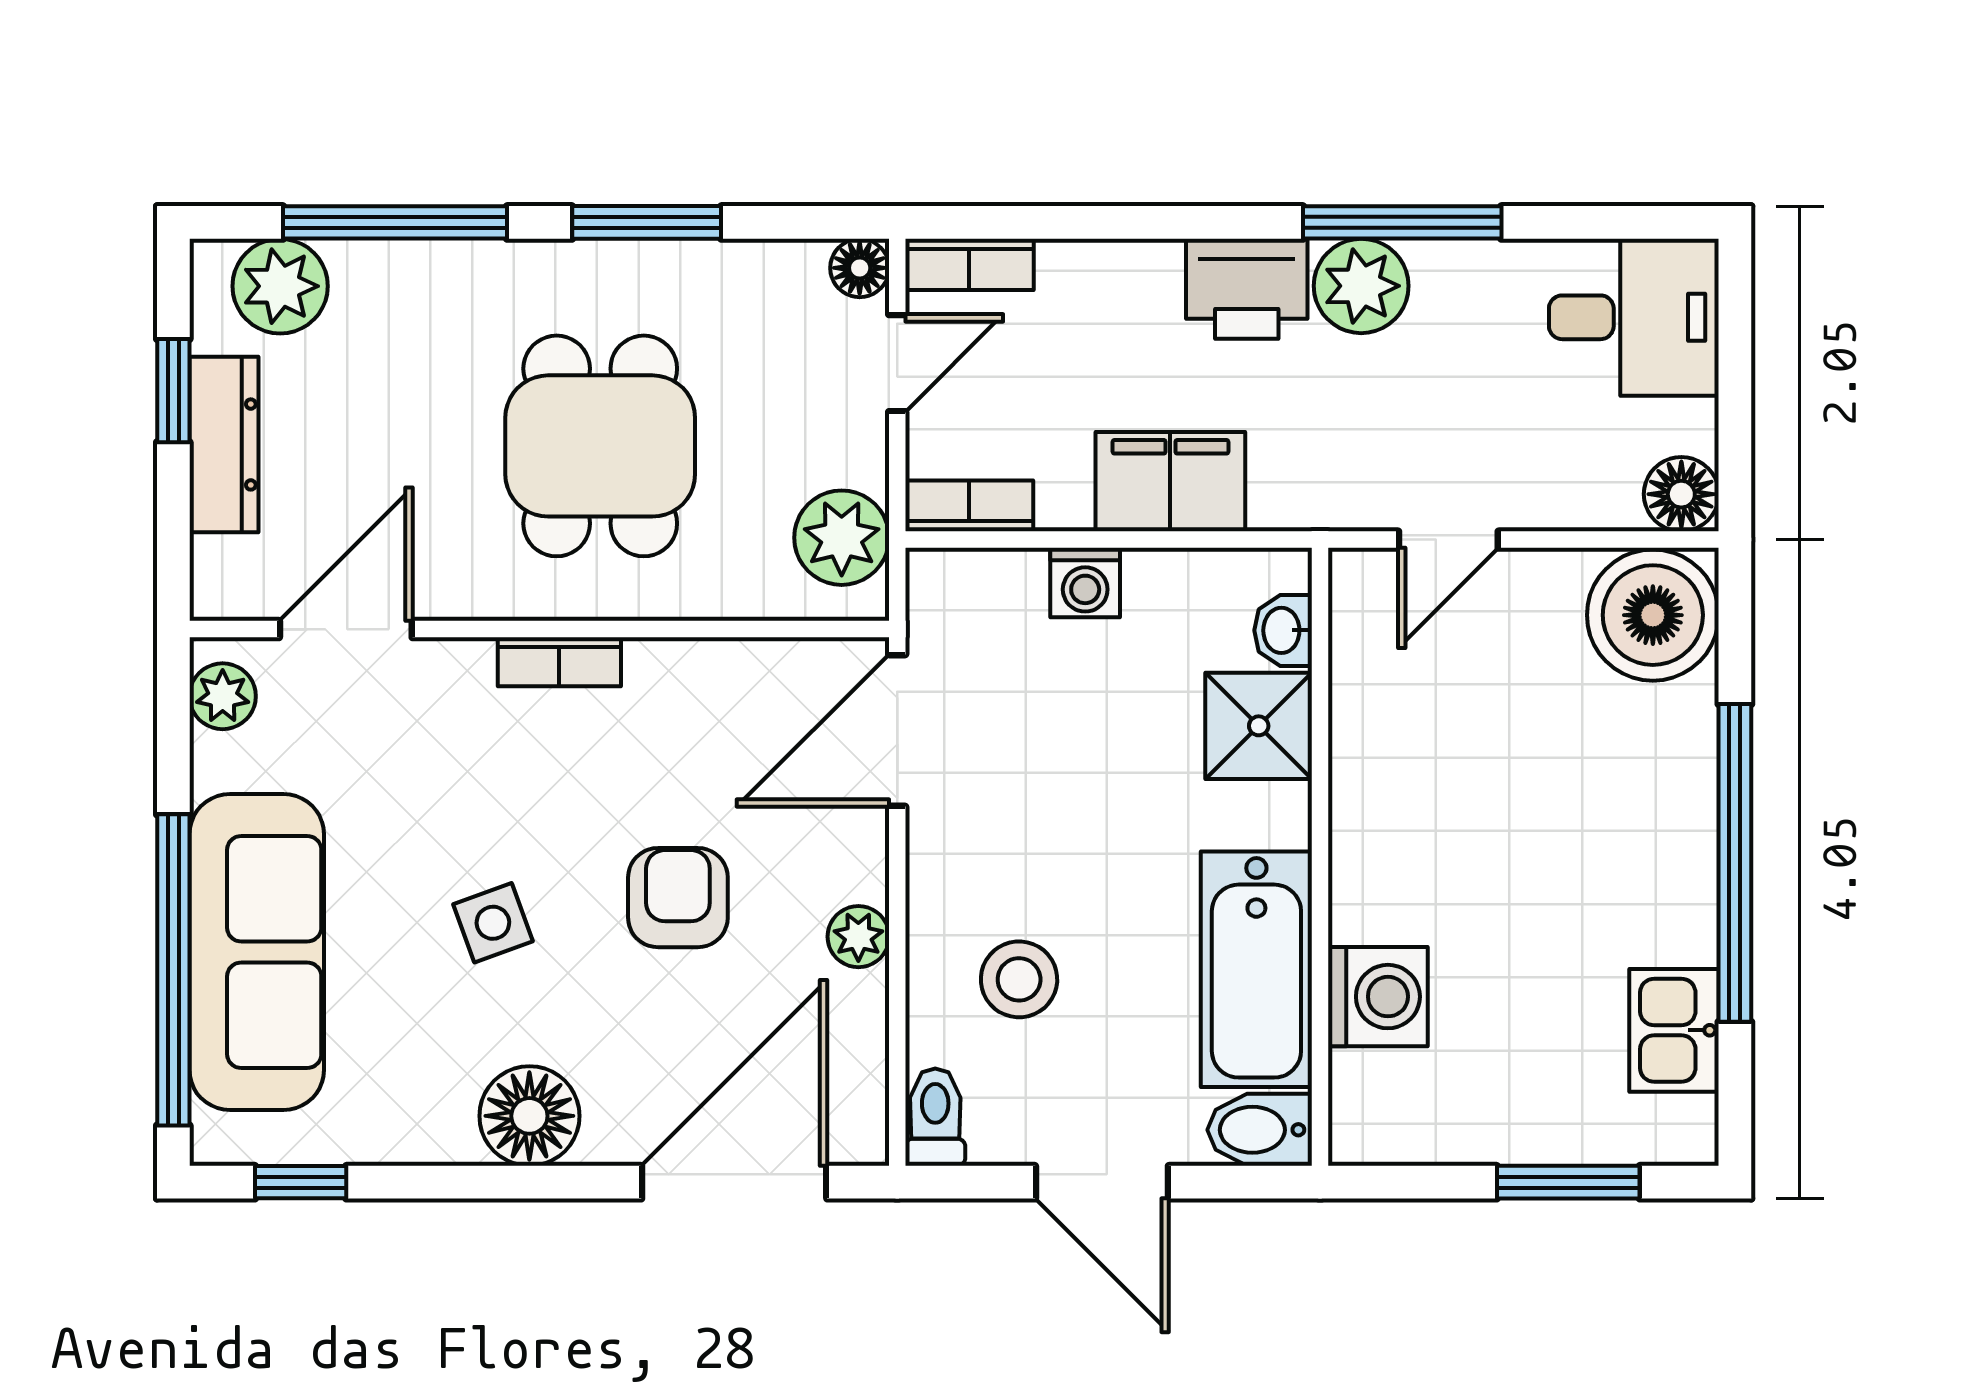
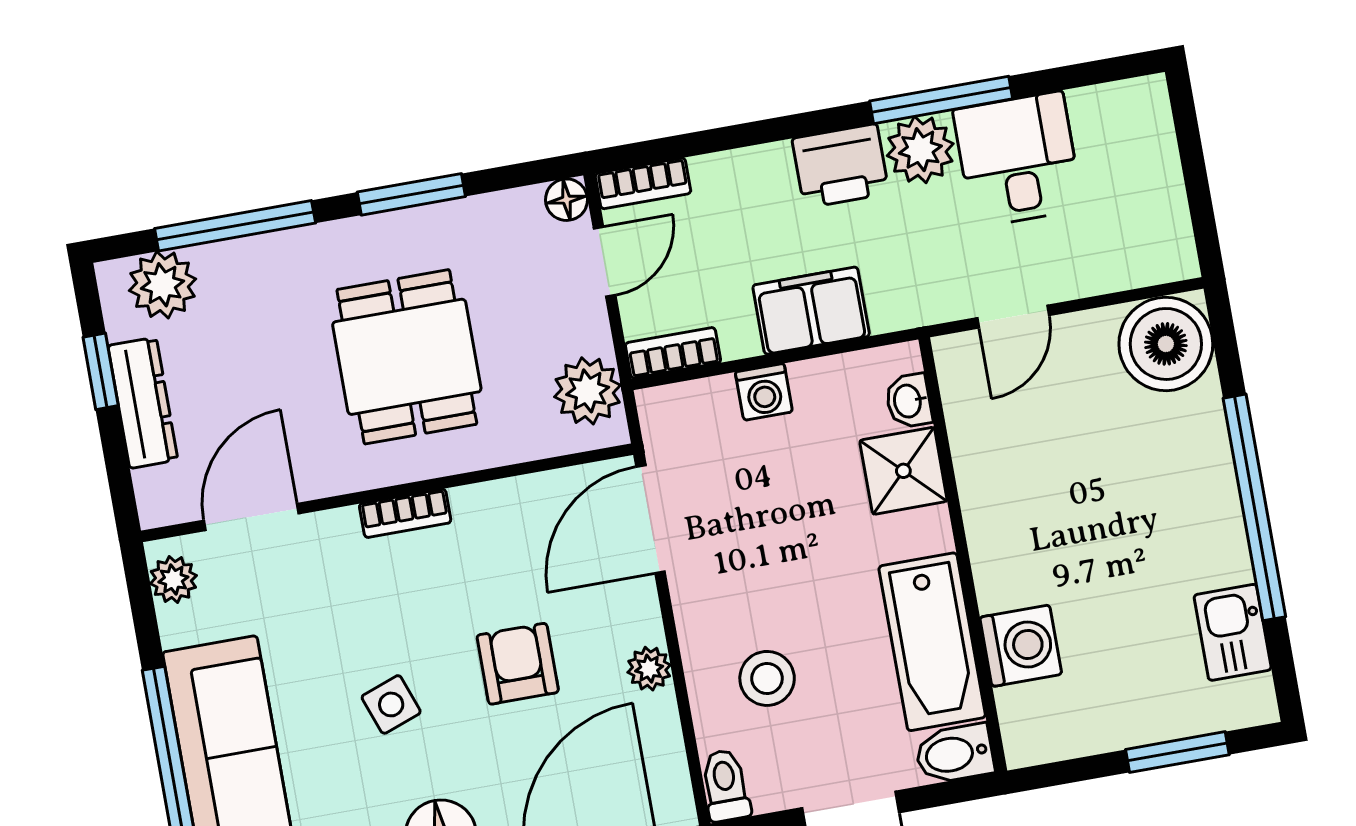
desk: (1634, 317) -> (1018, 159), moved, turned -90
floor lamp: (1681, 494) -> (1171, 256), removed

